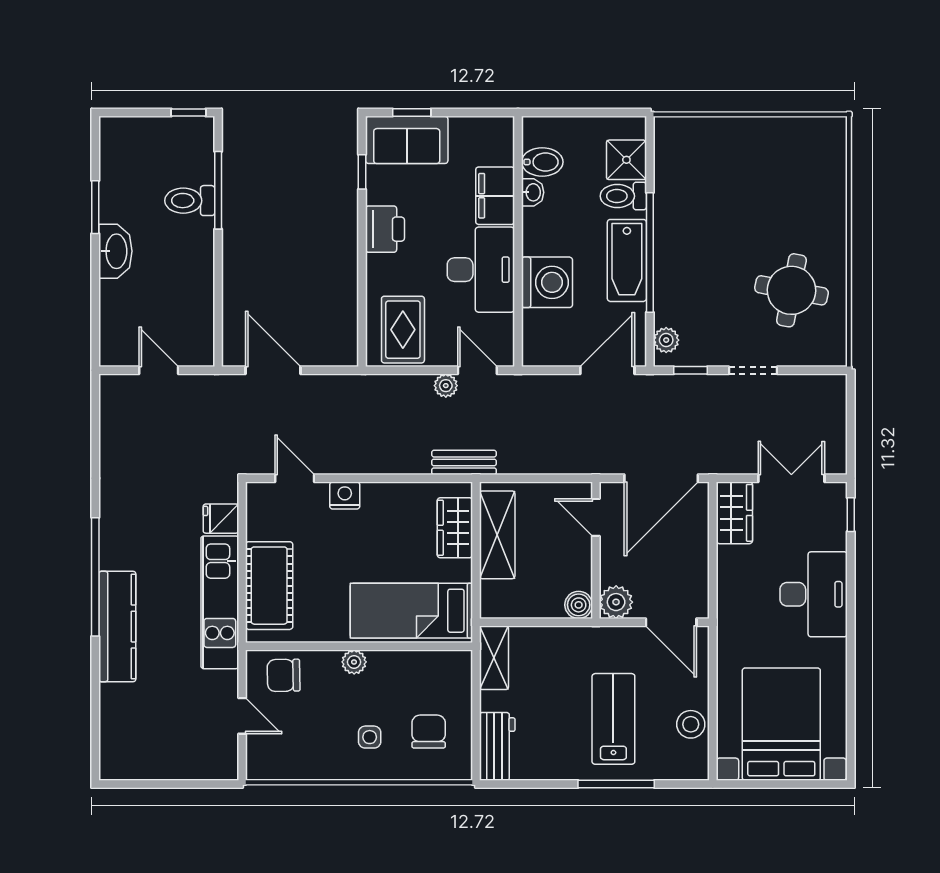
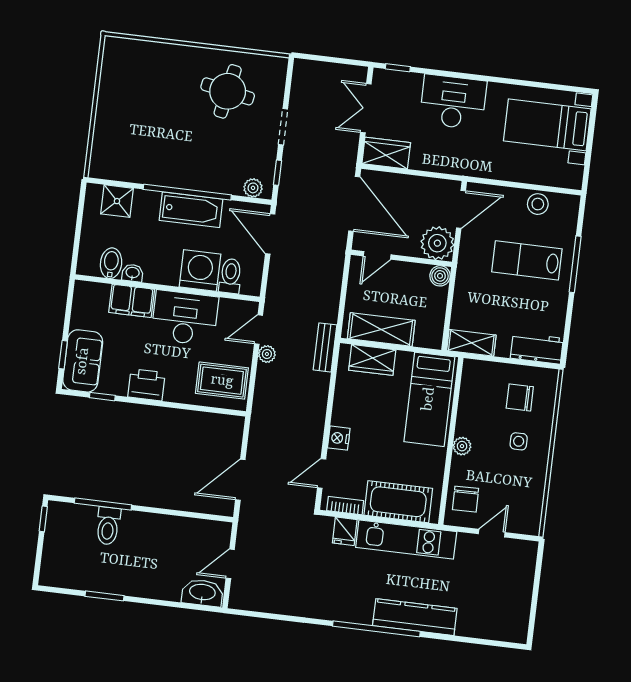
toilet: (623, 196) -> (230, 276), moved, turned 180
washbasin: (115, 251) -> (202, 593), moved
bookcase: (255, 515) -> (345, 506), added
plant: (616, 602) -> (437, 243), width x1.36, depth x1.36
bed with nightstands: (781, 724) -> (547, 125), width x0.73

